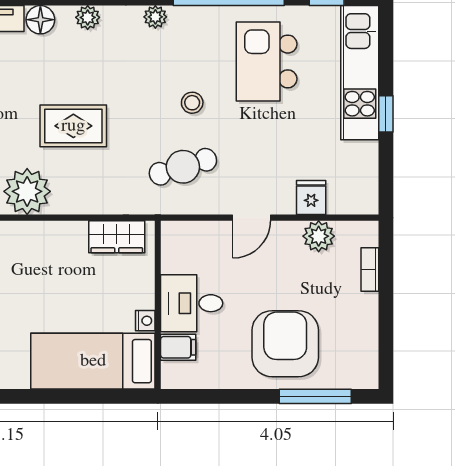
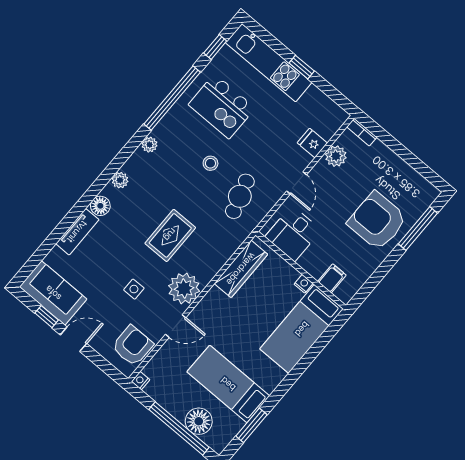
wardrobe: (117, 237) -> (241, 269), width x1.50
bookcase: (370, 269) -> (362, 132), moved
desk: (192, 303) -> (293, 233), moved

